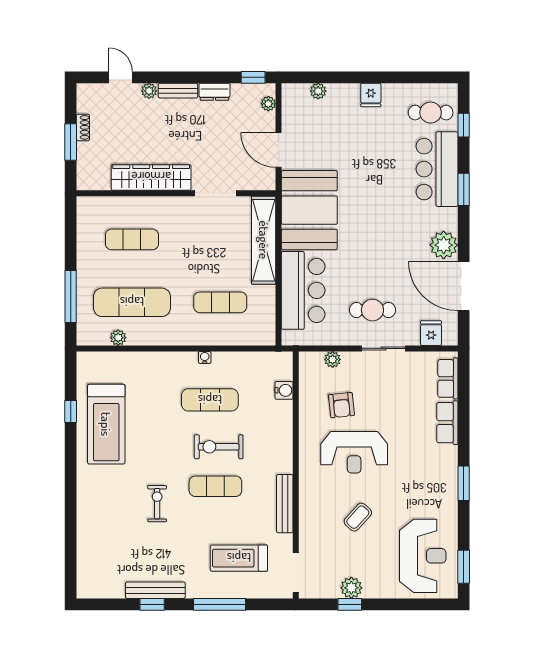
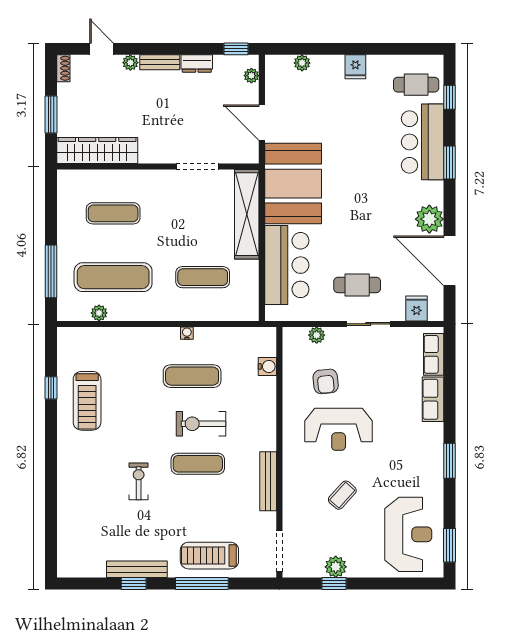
shoe rack: (83, 127) -> (63, 68), moved
wardrobe: (151, 177) -> (97, 150), moved
treadmill: (106, 424) -> (87, 401), width x0.73, depth x0.73
treadmill: (239, 558) -> (209, 556), moved

